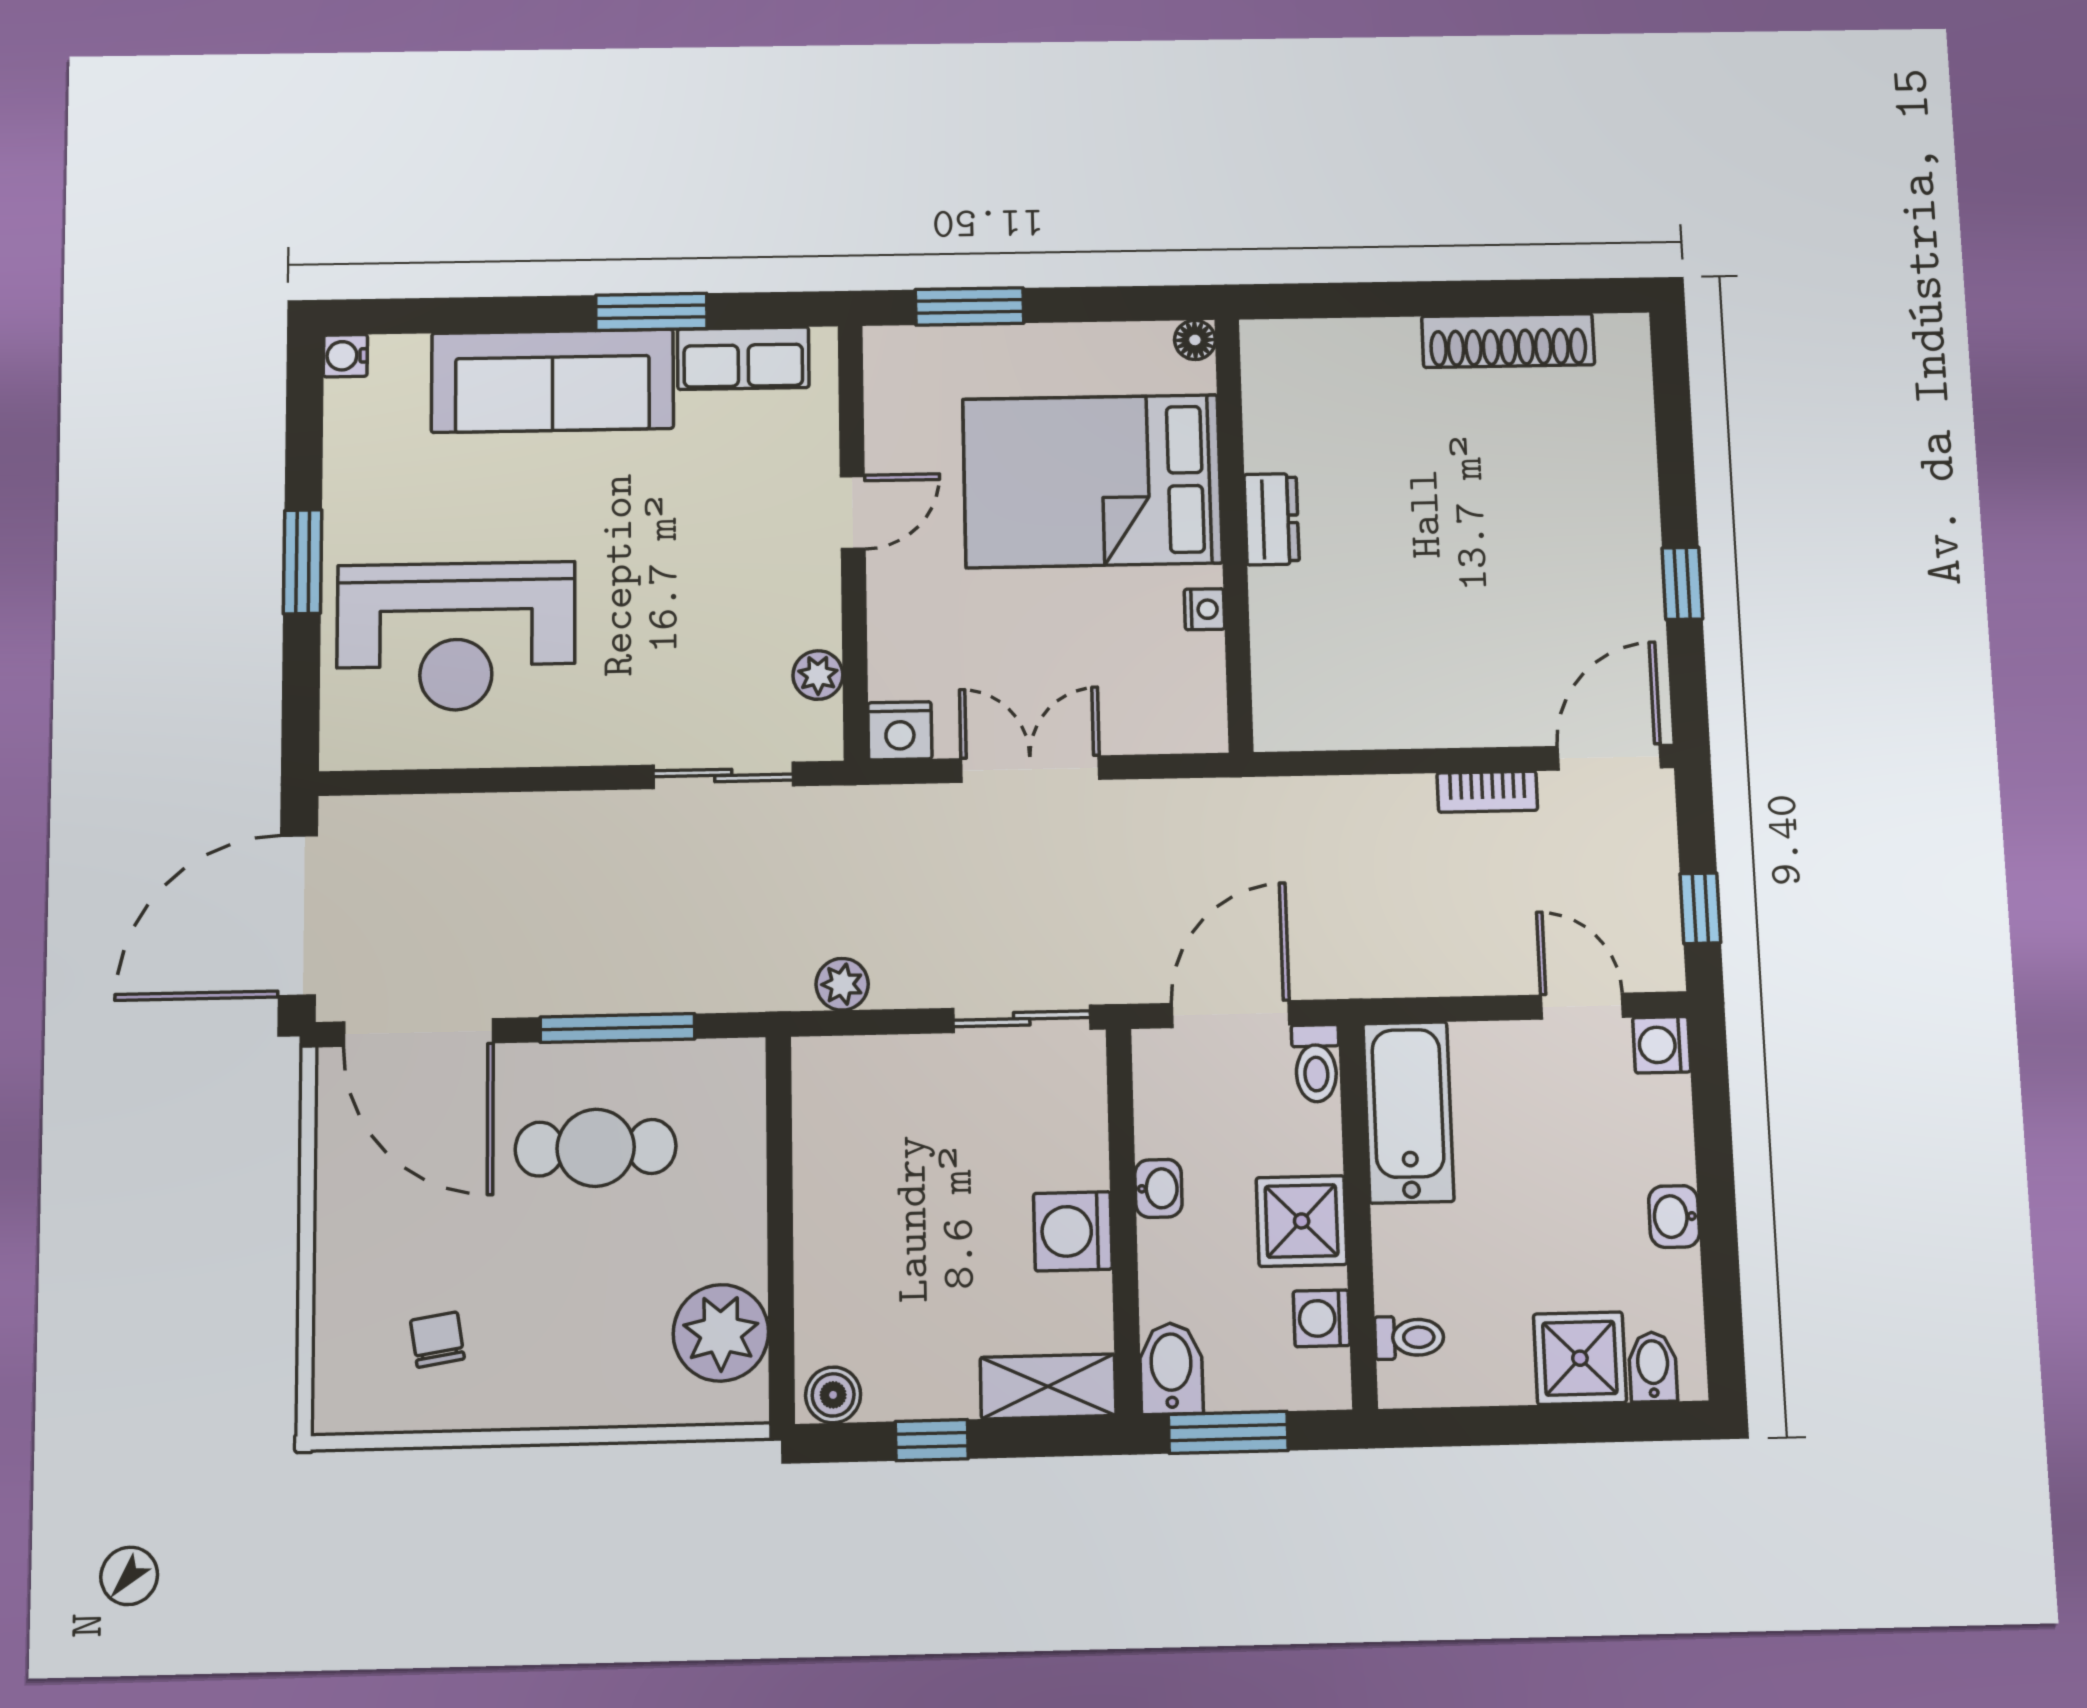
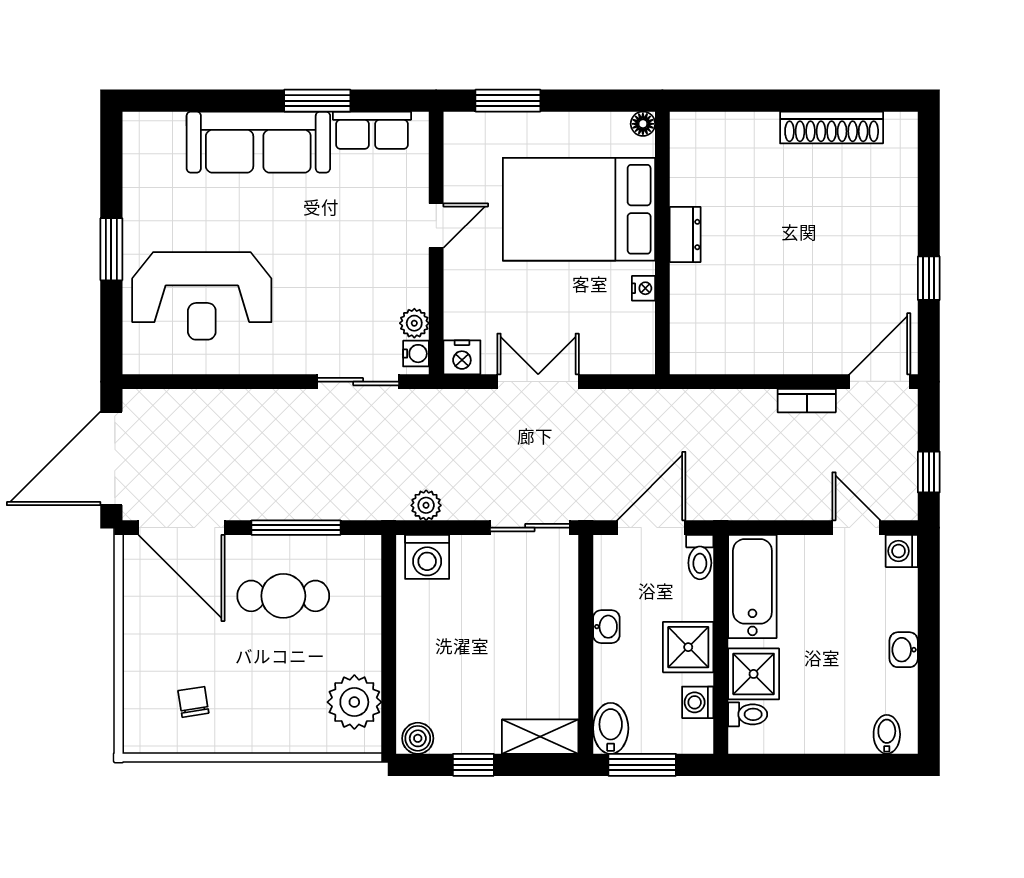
water cooler: (345, 356) -> (416, 354), moved, turned 180
washing machine: (1073, 1231) -> (427, 557), moved, turned -90
shower: (1580, 1358) -> (754, 674), moved

